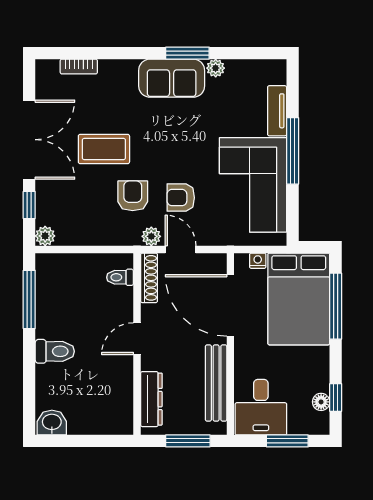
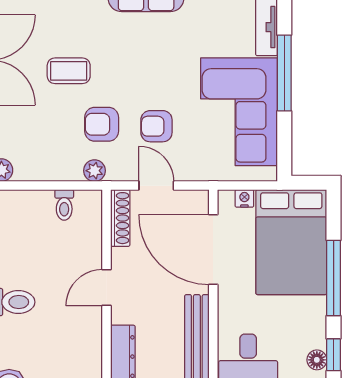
coffee table: (104, 149) -> (69, 71), width x0.73, depth x0.77
armchair: (133, 196) -> (102, 124), turned -90
plant: (151, 236) -> (94, 171), moved
toilet: (120, 277) -> (64, 205), moved, turned -90
window: (336, 306) -> (334, 278), moved

